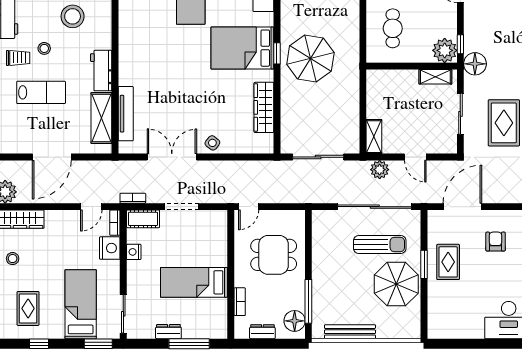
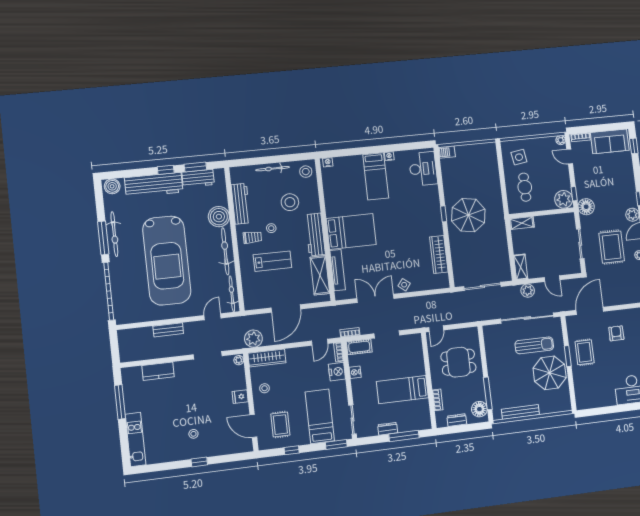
bed: (242, 48) -> (351, 231), moved, turned 180
workbench: (101, 71) -> (315, 234), width x1.38
shelving: (435, 77) -> (522, 223), moved

